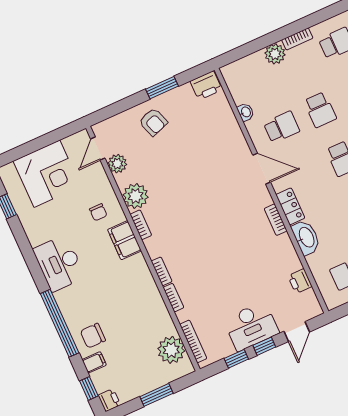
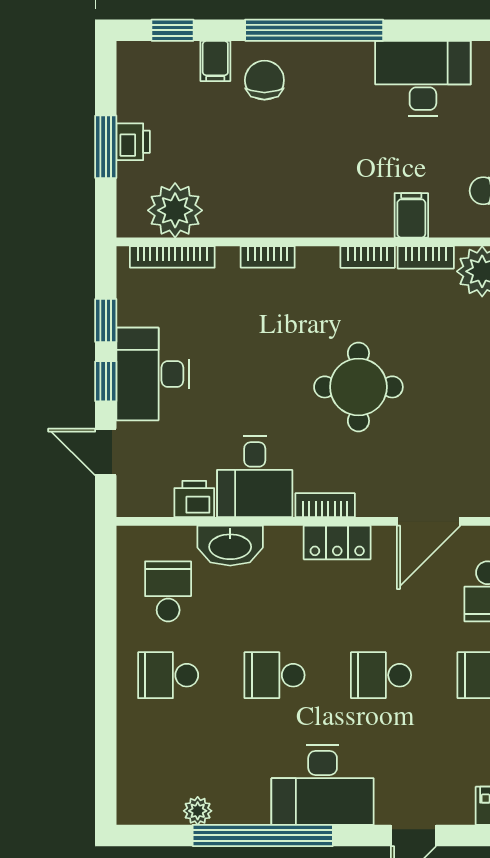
round table: (214, 229) -> (358, 387), added
washbasin: (306, 237) -> (230, 546), moved
filing cabinet: (124, 240) -> (411, 215), width x0.50
desk: (277, 258) -> (255, 476), added
bookcase: (162, 271) -> (368, 257), moved
printer: (109, 400) -> (133, 142), moved, turned -90

